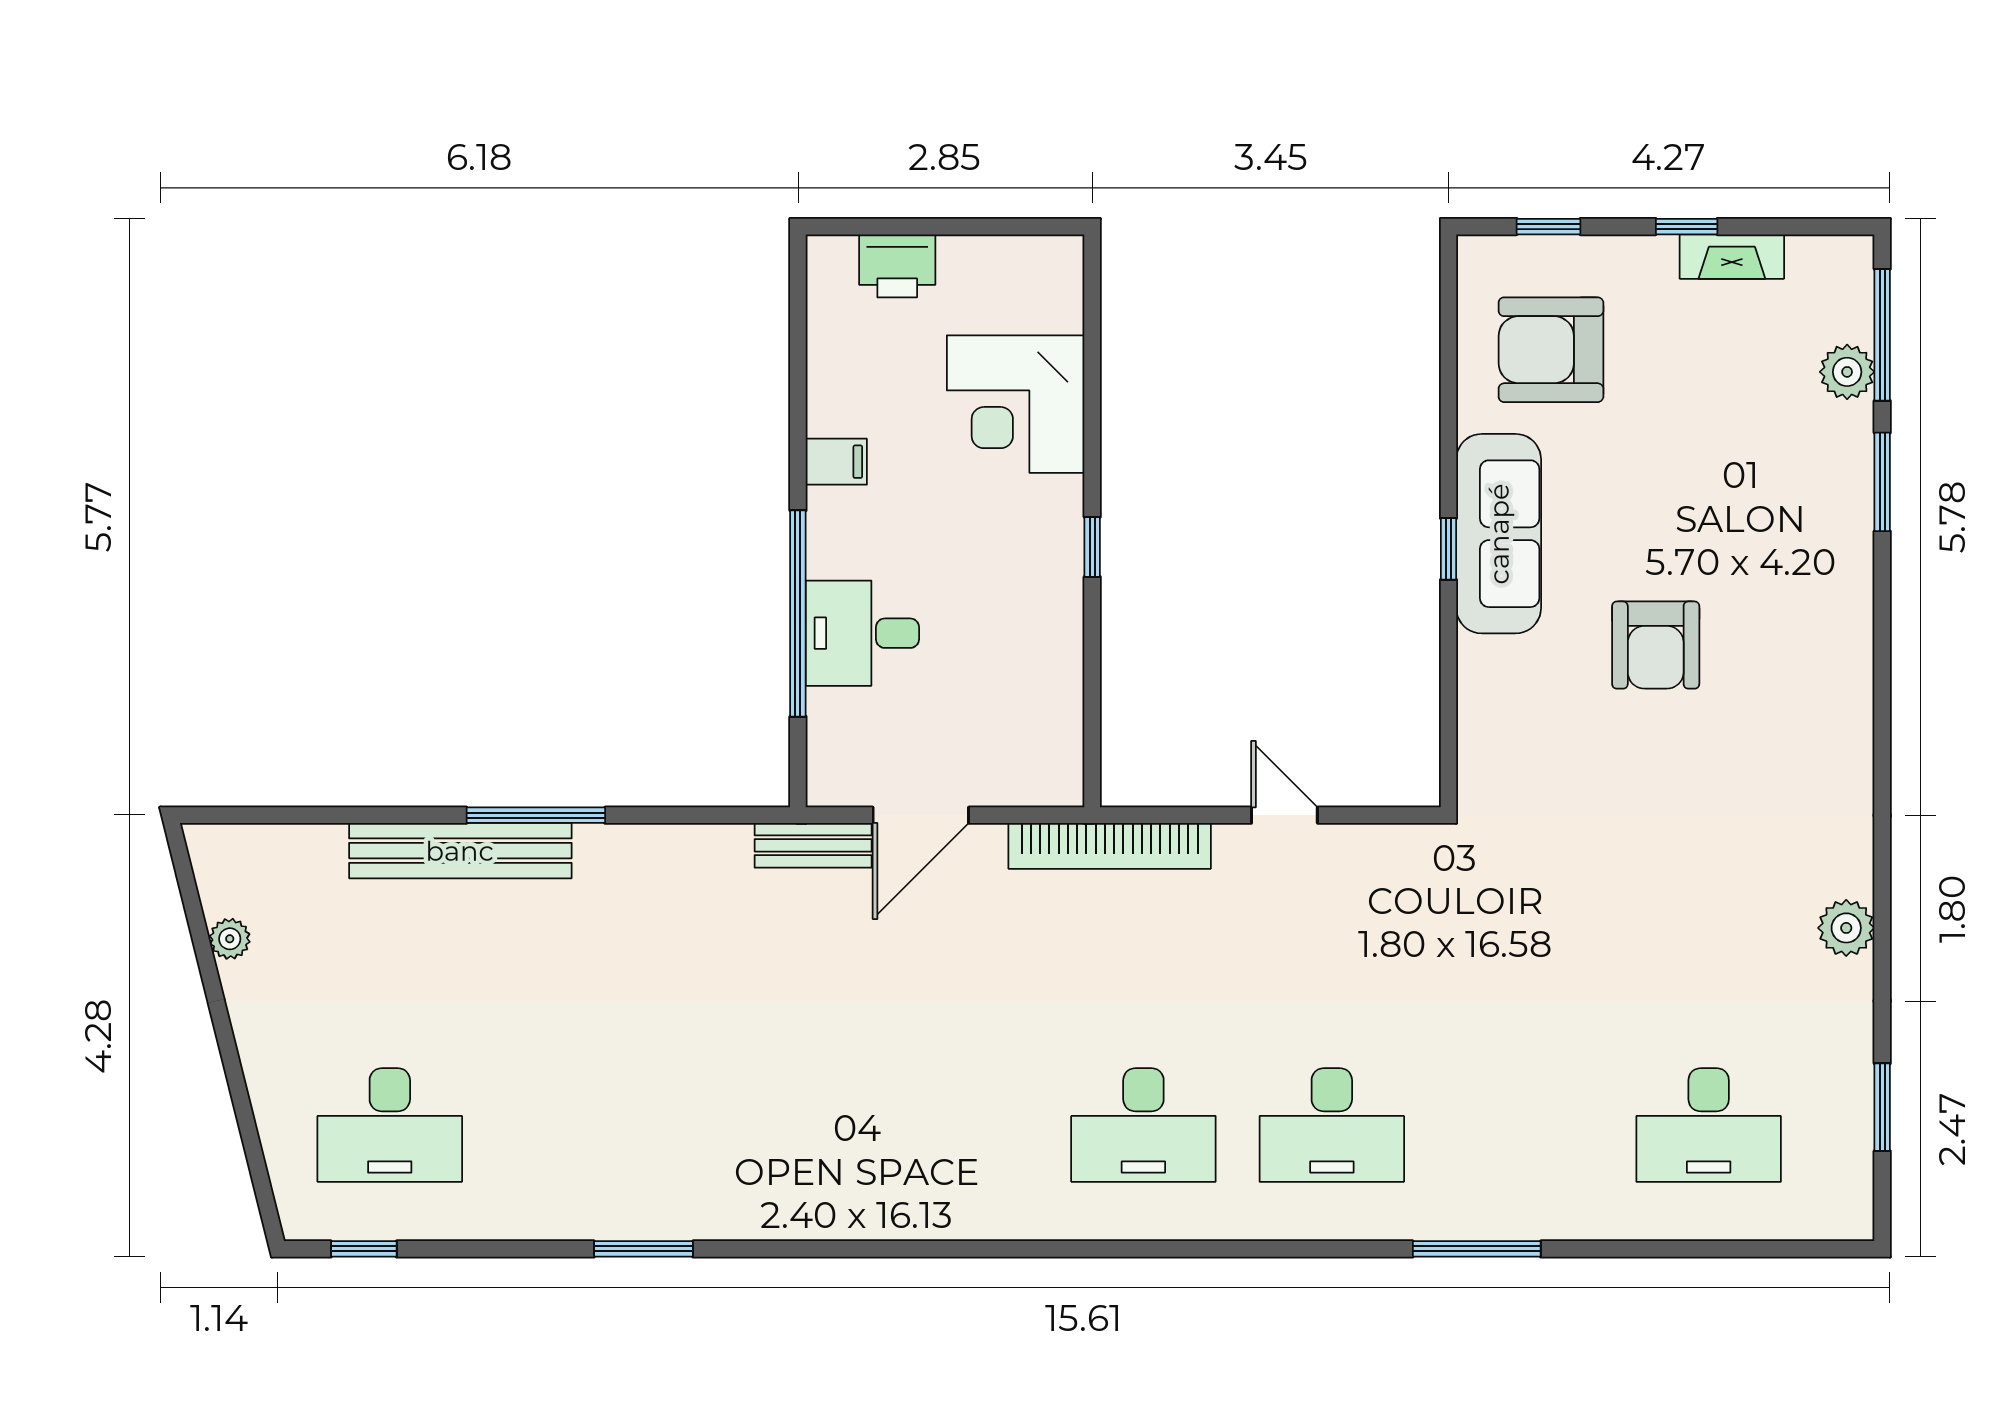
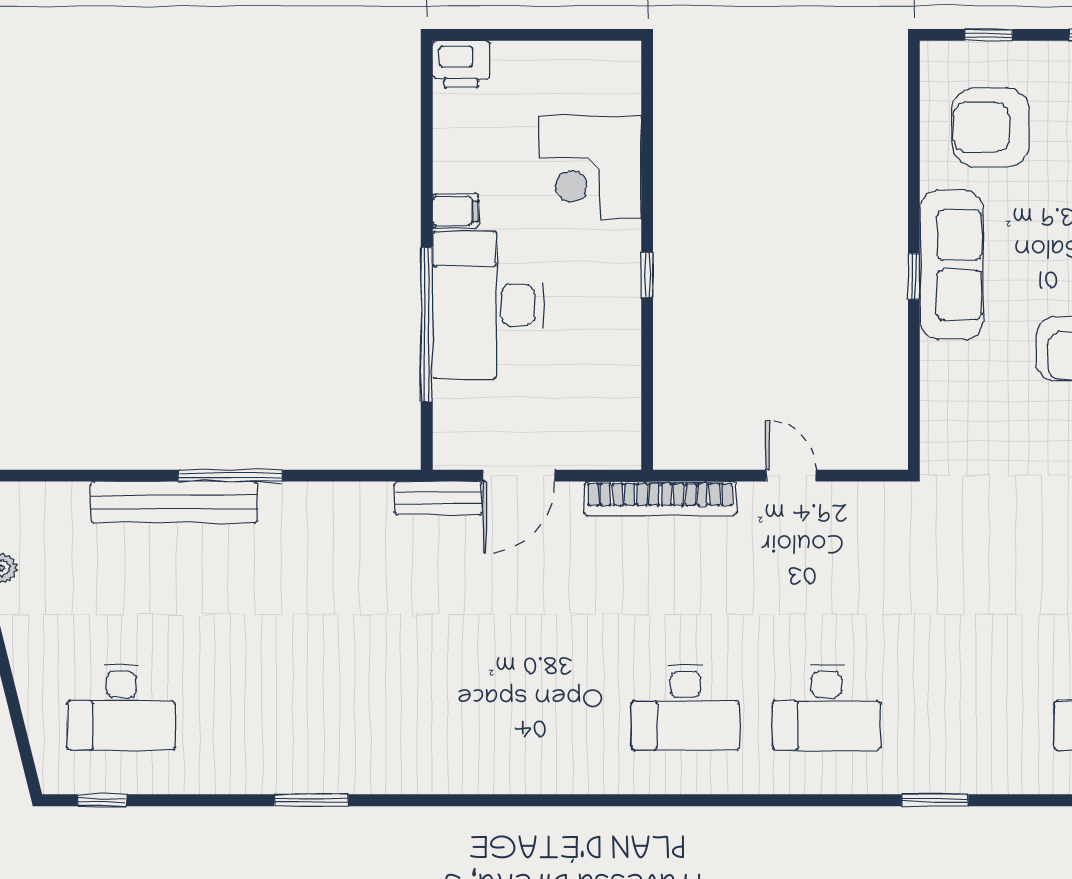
printer: (897, 266) -> (461, 64), moved
desk: (862, 633) -> (488, 305), width x1.87, depth x1.30
window: (1477, 1249) -> (935, 800), width x0.69

